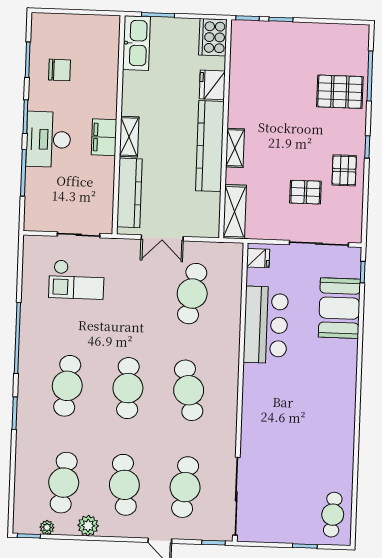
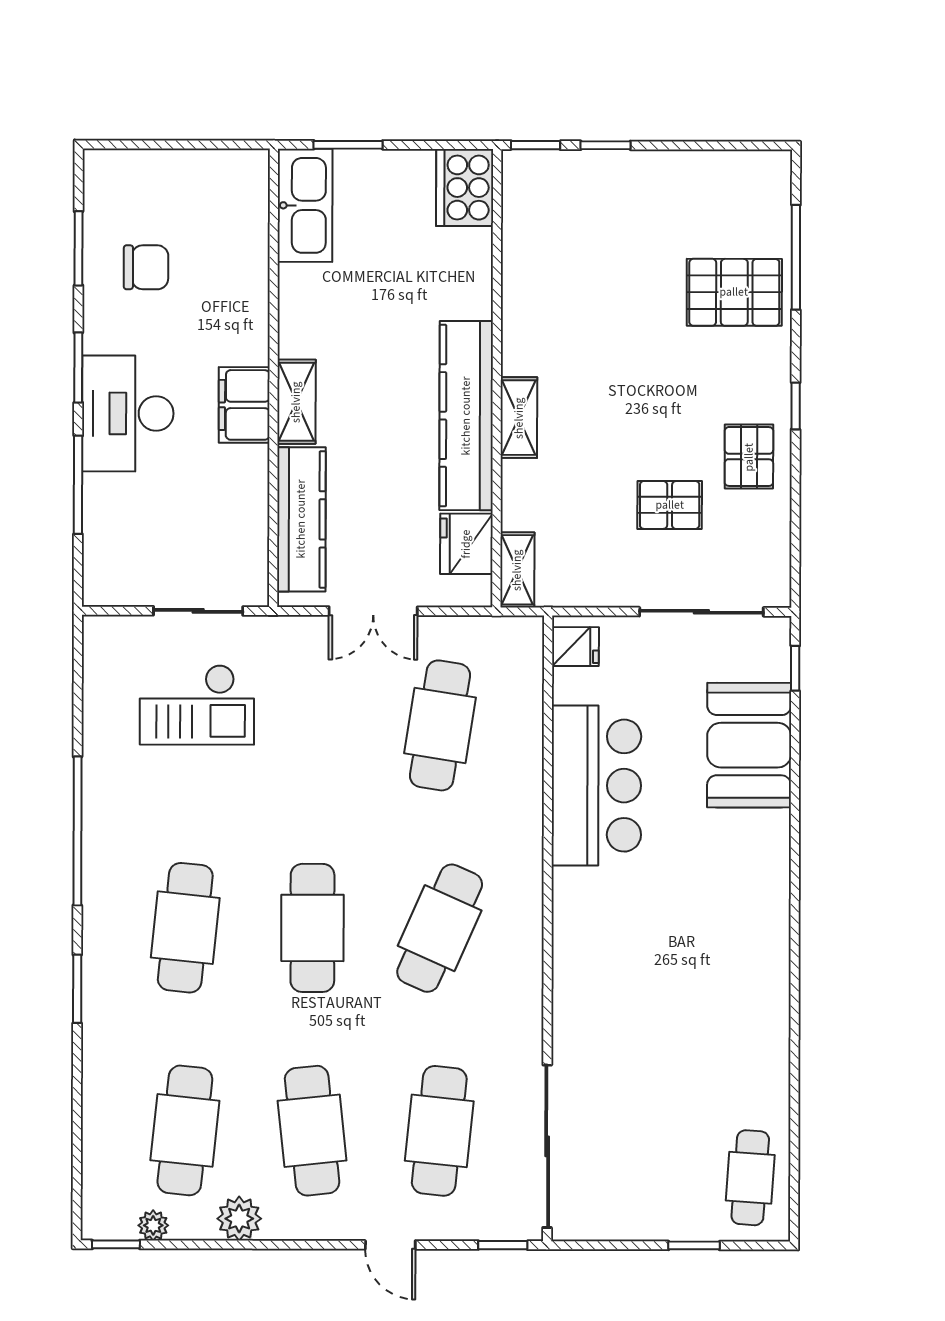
fridge: (212, 85) -> (466, 544), moved
shelving: (235, 212) -> (517, 570), width x0.67, depth x0.75
cafe table: (189, 390) -> (440, 928), turned 36

